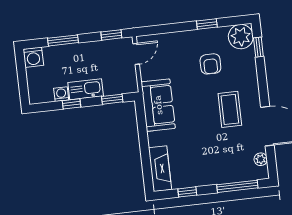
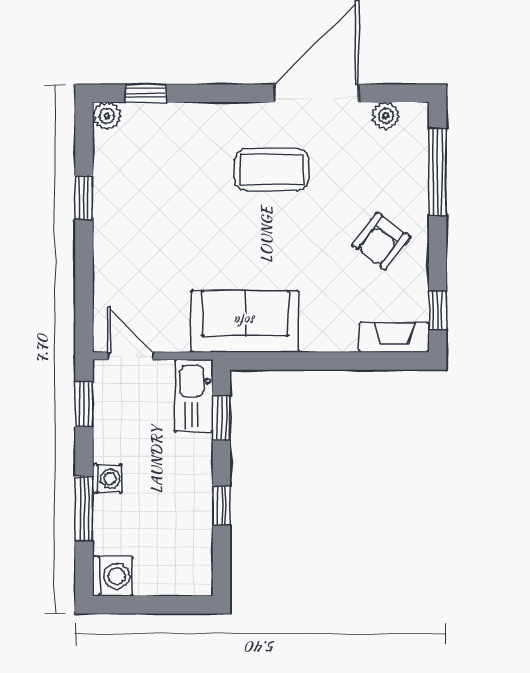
plant: (241, 37) -> (107, 116), width x0.53, depth x0.53
armchair: (210, 64) -> (381, 241), moved, turned 127
kitchen sink: (86, 89) -> (194, 395), moved
washing machine: (61, 94) -> (107, 479), moved, turned 180
fireplace: (160, 169) -> (394, 338), width x0.73, depth x0.76
window: (187, 192) -> (438, 311), moved

